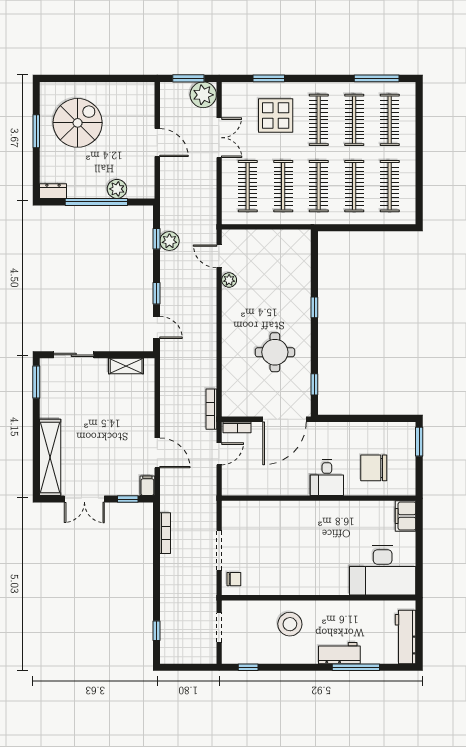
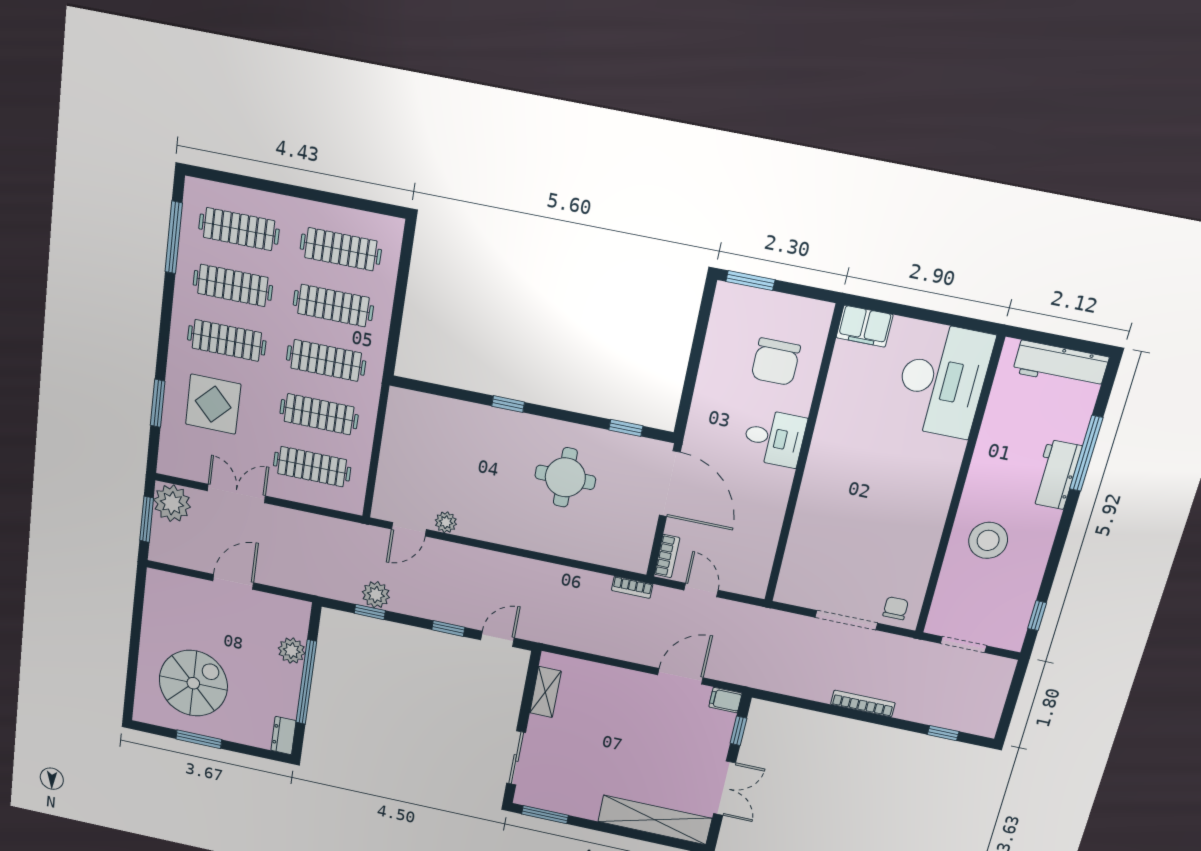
spiral stairs: (78, 123) -> (193, 683), turned 90
bookcase: (211, 409) -> (632, 587), width x0.64
bookcase: (165, 533) -> (863, 703), moved

